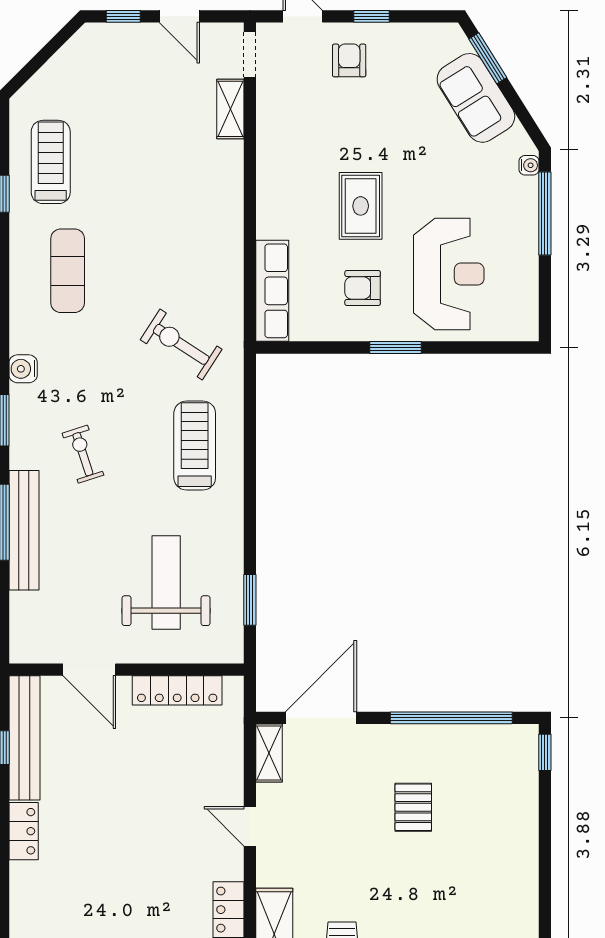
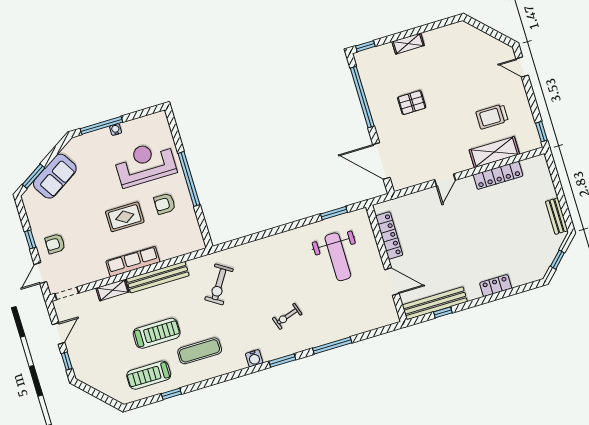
shelving: (230, 109) -> (112, 290), moved
water cooler: (529, 165) -> (116, 130), moved
armchair: (363, 288) -> (165, 204), turned 90
row of seats: (272, 291) -> (133, 262), moved
window: (395, 348) -> (189, 179), width x2.11
treadmill: (195, 446) -> (157, 333), moved, turned 180
bench: (24, 530) -> (158, 277), moved
weight bench: (166, 582) -> (338, 257), turned -90
door: (89, 670) -> (392, 282), hinge flipped
shelving: (269, 753) -> (408, 44), moved
locker: (24, 831) -> (496, 286), moved

